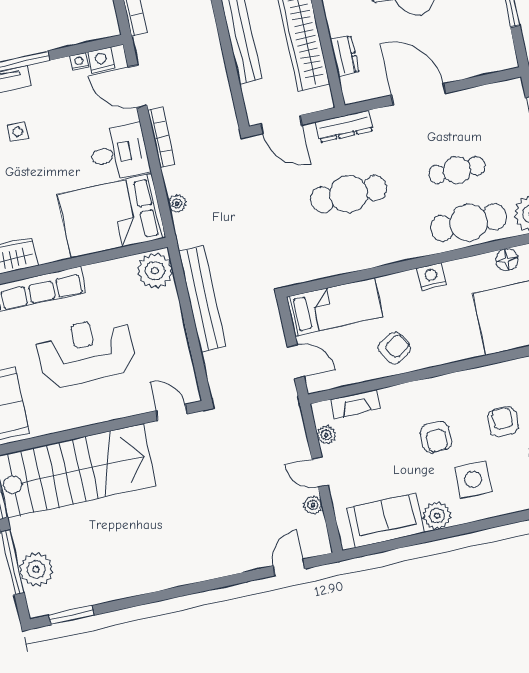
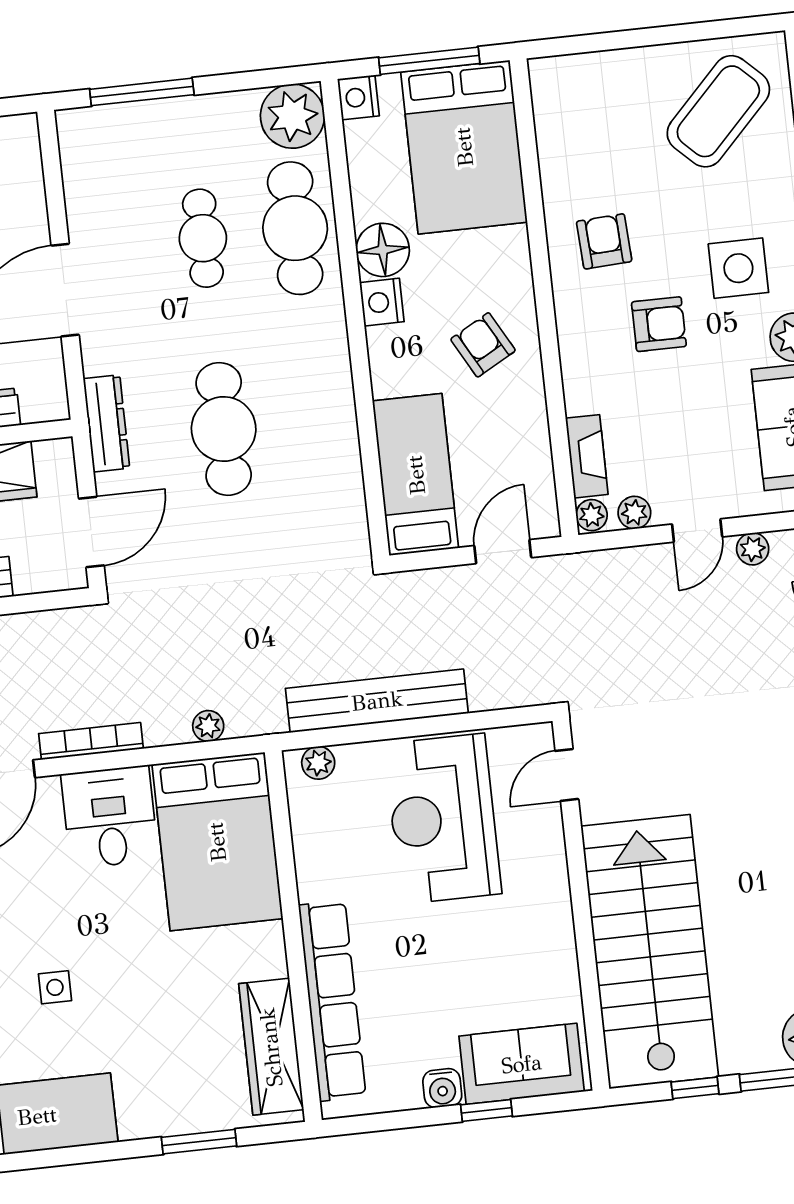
floor lamp: (507, 260) -> (383, 250), moved, width x1.38, depth x1.38
plant: (155, 271) -> (318, 763), width x0.53, depth x0.53
armchair: (394, 348) -> (483, 345), moved
reception desk: (86, 351) -> (443, 819), moved
plant: (322, 410) -> (592, 515), added
armchair: (503, 422) -> (604, 241), moved, turned 87

